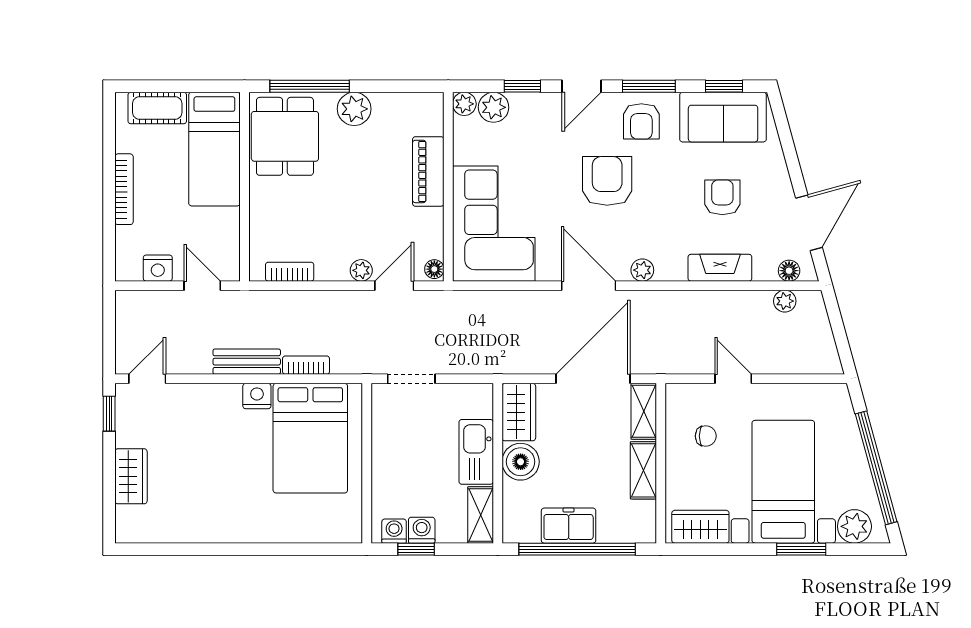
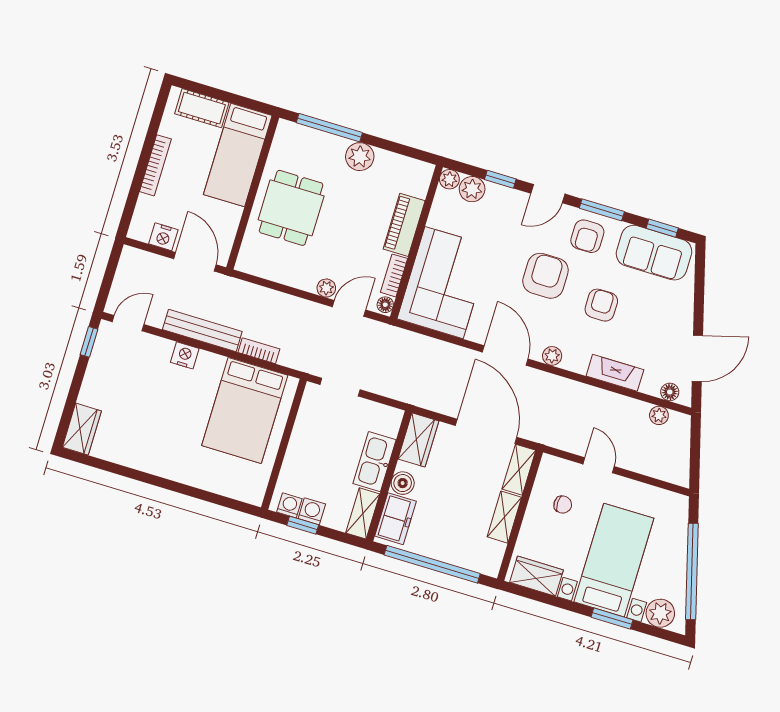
dining table: (285, 136) -> (291, 208), moved
armchair: (722, 197) -> (601, 305), moved
bookcase: (290, 272) -> (394, 275), moved, turned -90
door: (202, 286) -> (195, 262), width x1.38
bench: (247, 362) -> (202, 331), width x1.36
door: (593, 379) -> (486, 431), hinge flipped
nightstand: (257, 396) -> (185, 355), moved
boiler: (521, 462) -> (403, 483), width x0.73, depth x0.73
wardrobe: (131, 476) -> (82, 429), moved
freezer: (569, 526) -> (395, 519), moved, turned 90

